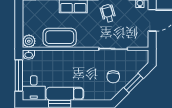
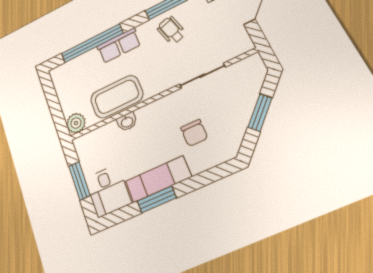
washbasin: (29, 55) -> (127, 122), moved
window: (19, 76) -> (79, 181), width x0.69
chair: (113, 77) -> (194, 133), moved

